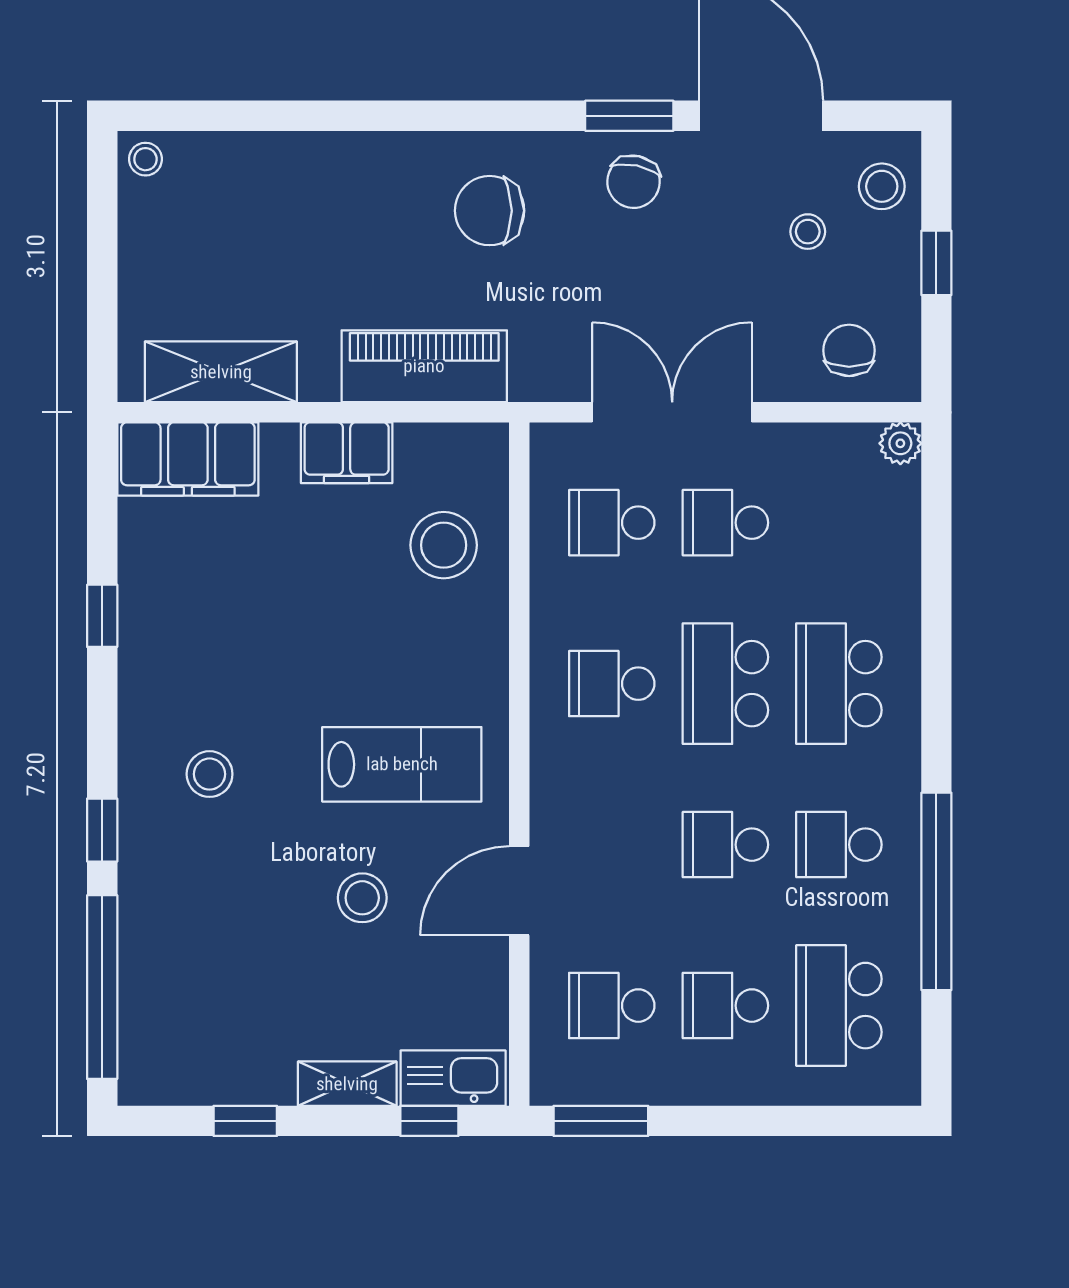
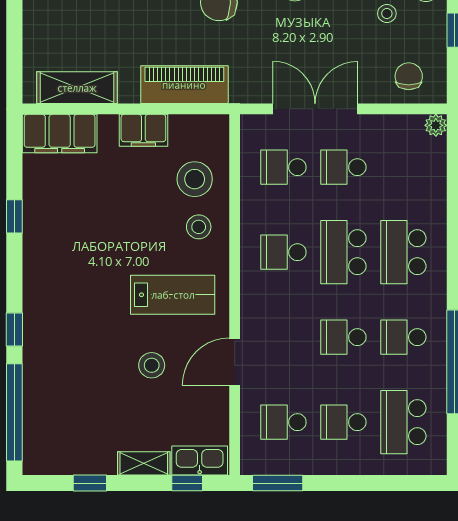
stool: (210, 774) -> (199, 227), moved

